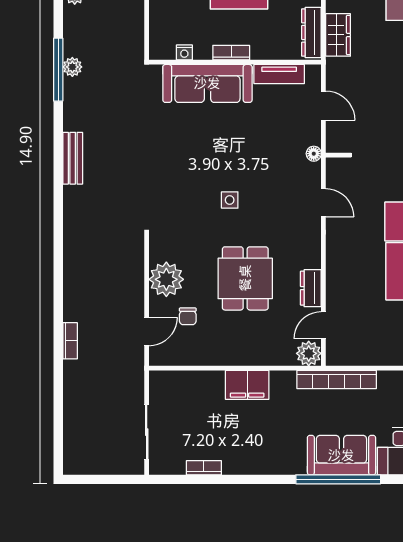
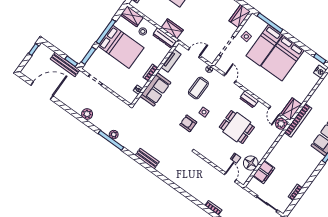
sofa: (207, 83) -> (155, 89), width x0.73
coffee table: (266, 159) -> (198, 88), added
armchair: (189, 186) -> (188, 123), added
door: (323, 203) -> (230, 78), hinge flipped
plant: (166, 279) -> (216, 156), removed
dresser: (311, 288) -> (249, 99), moved
floor lamp: (199, 350) -> (251, 163), added
wardrobe: (348, 353) -> (291, 109), added
filing cabinet: (247, 385) -> (264, 172), moved

